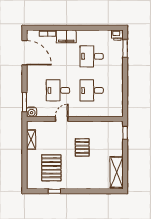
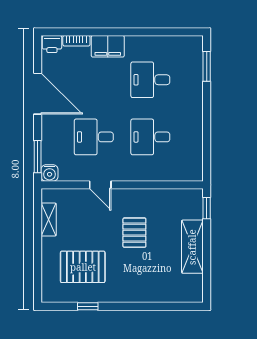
printer: (117, 35) -> (52, 44), moved
door: (24, 53) -> (38, 94), moved
door: (62, 119) -> (100, 185), swing flipped
pallet: (51, 168) -> (83, 267), turned 90
shelving: (117, 172) -> (192, 247), moved

